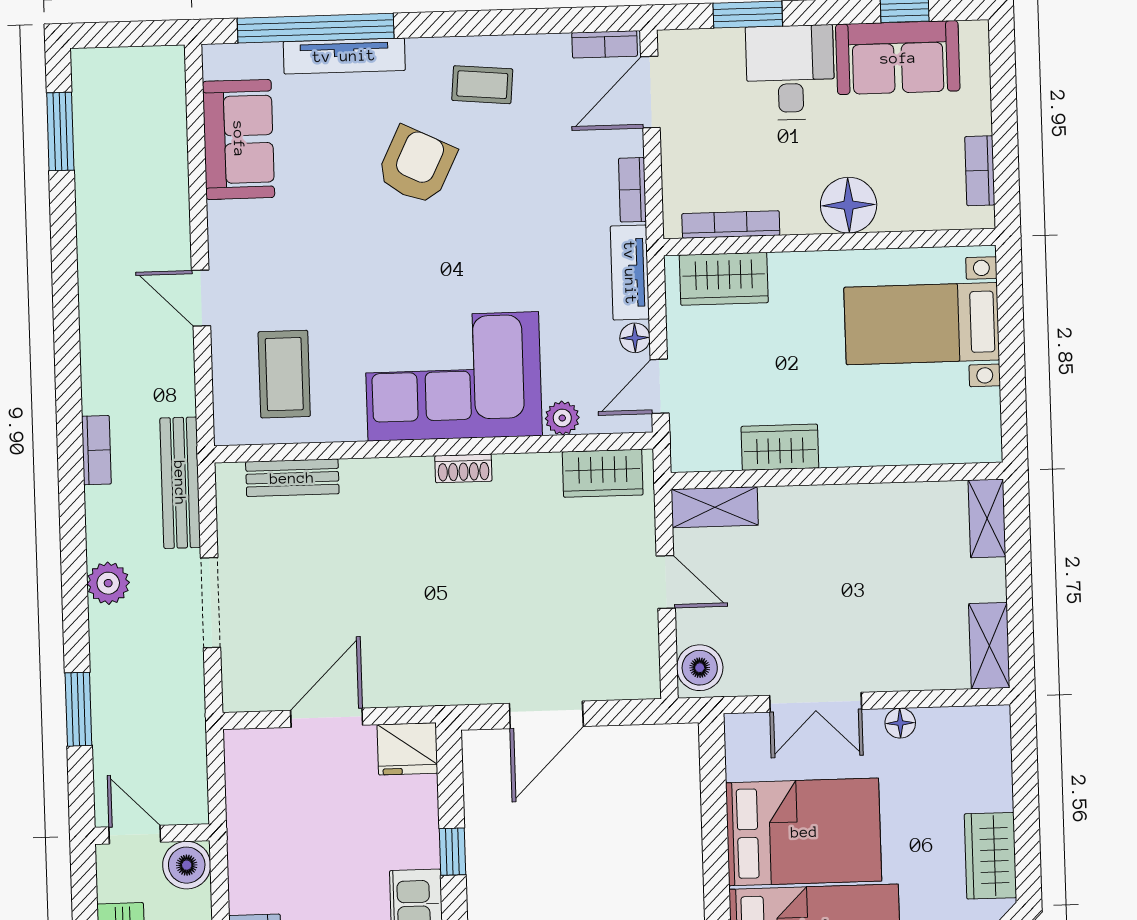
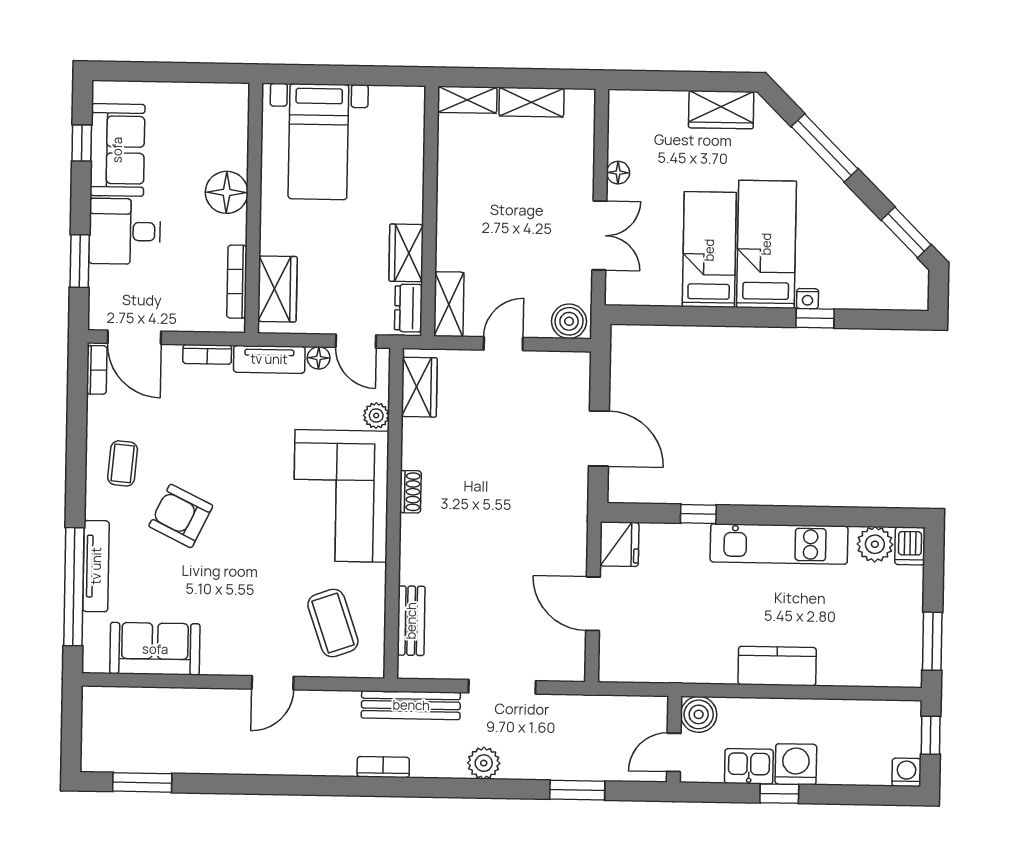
bookcase: (980, 171) -> (206, 92), removed
coffee table: (284, 374) -> (333, 623), turned 71
dresser: (707, 454) -> (408, 308), added
shelving: (989, 646) -> (532, 102), moved
bed: (804, 832) -> (709, 250), width x0.67

